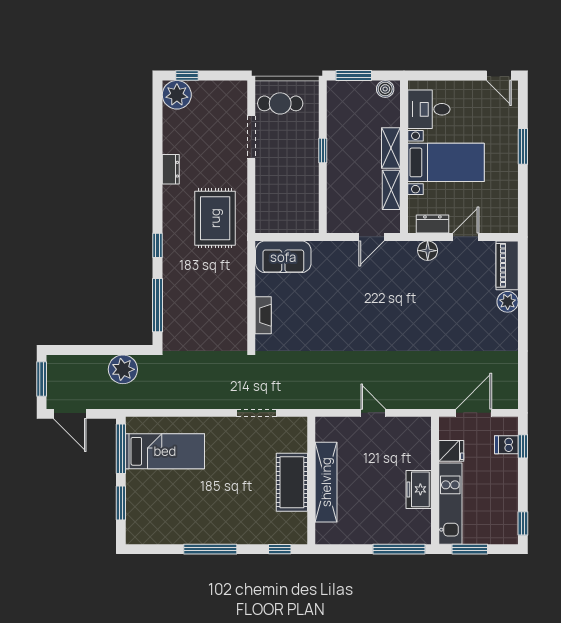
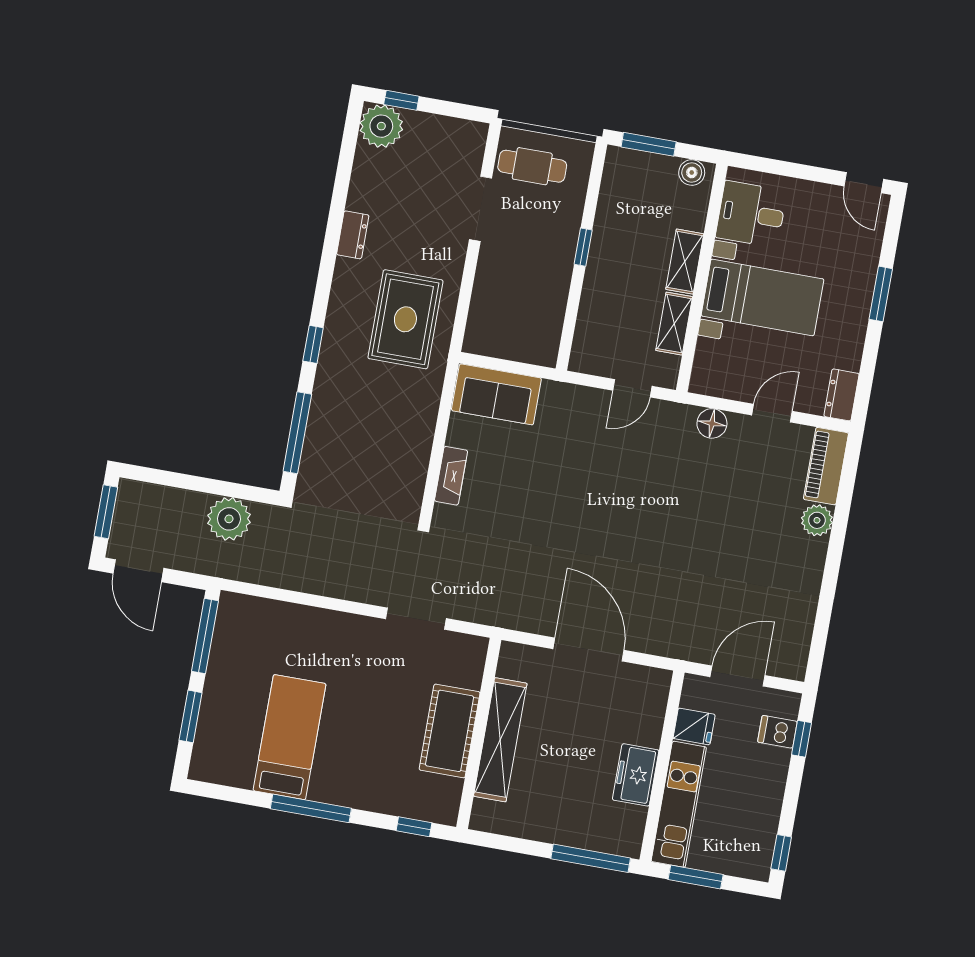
dresser: (432, 224) -> (841, 395), moved, turned -90
door: (373, 413) -> (589, 649), width x1.87
bed: (165, 451) -> (290, 737), moved, turned -90

